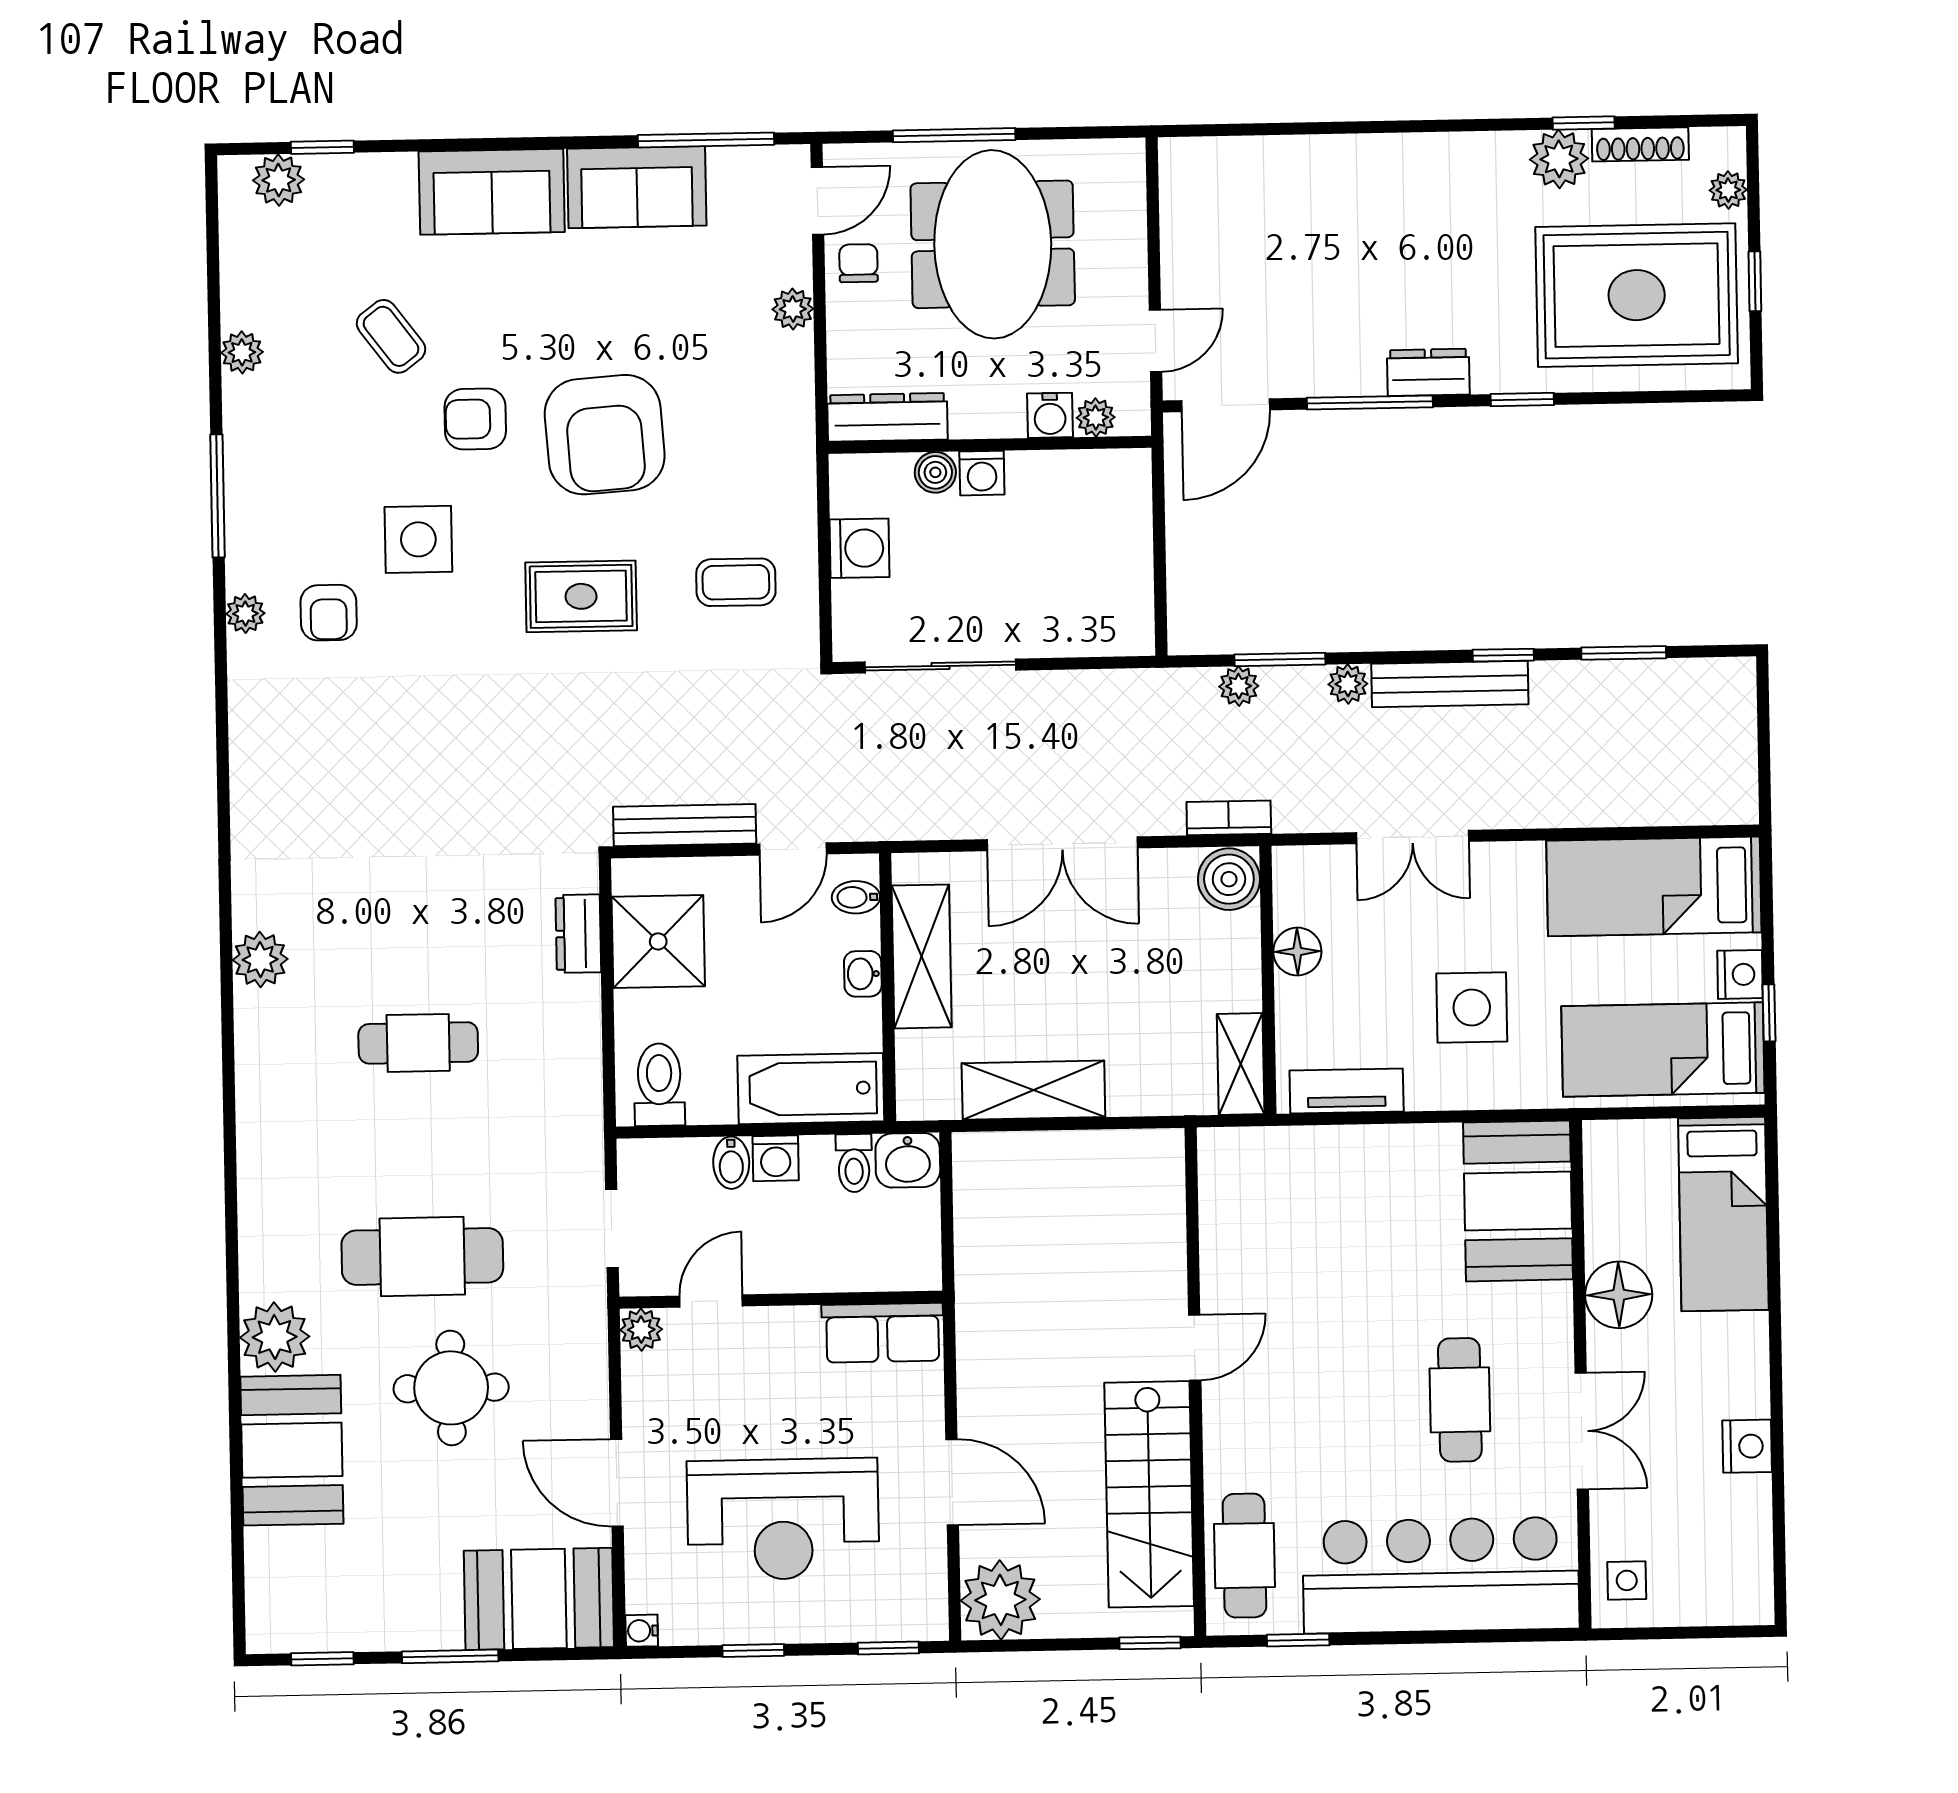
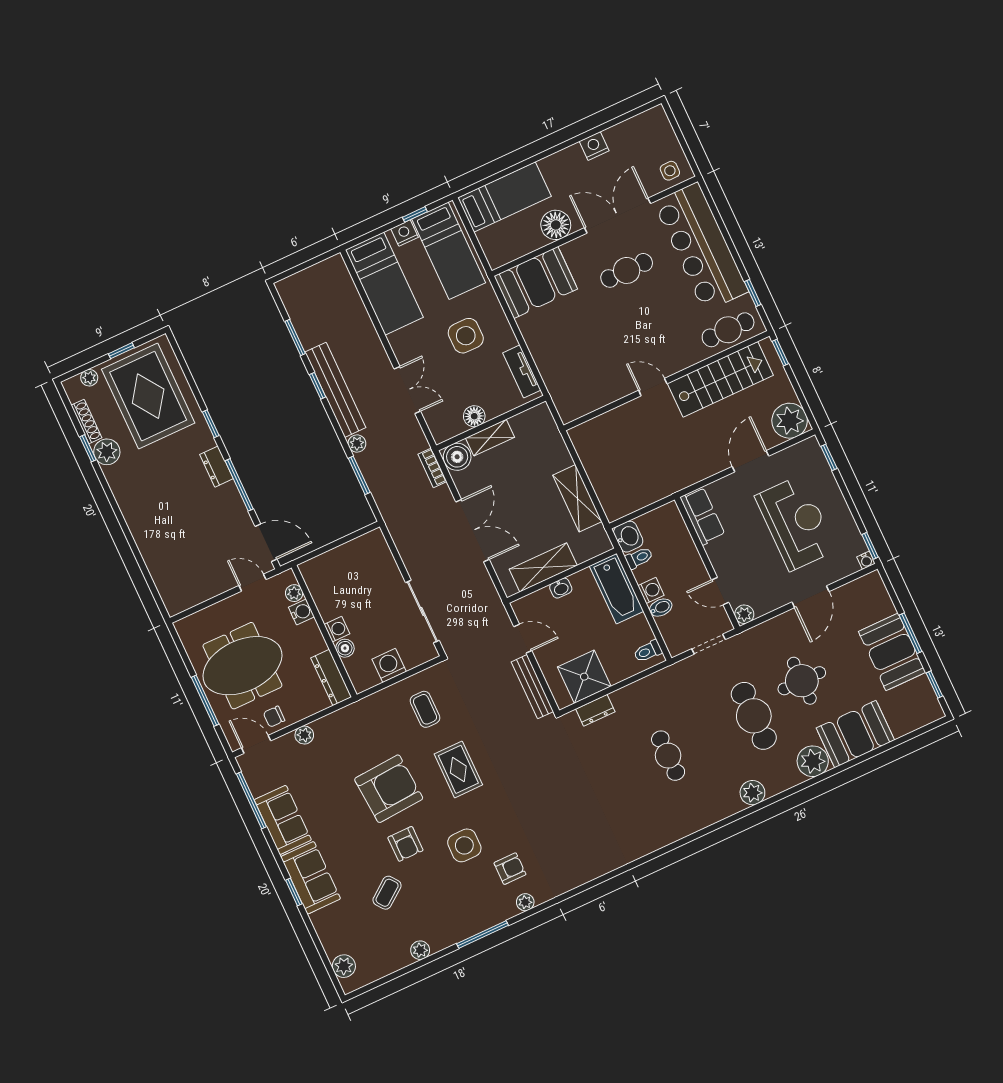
window: (322, 147) -> (294, 892), moved
bench: (1450, 684) -> (335, 390), width x1.37, depth x1.21
plant: (1239, 686) -> (377, 487), removed
bidet: (856, 897) -> (531, 605), removed
plant: (260, 960) -> (752, 793), moved
shelving: (1241, 1064) -> (490, 438), moved
toilet: (659, 1085) -> (648, 651), width x0.73, depth x0.72
double door: (1582, 1431) -> (617, 216), width x1.37
booth: (539, 1599) -> (892, 652), moved
window: (753, 1651) -> (870, 546), moved

